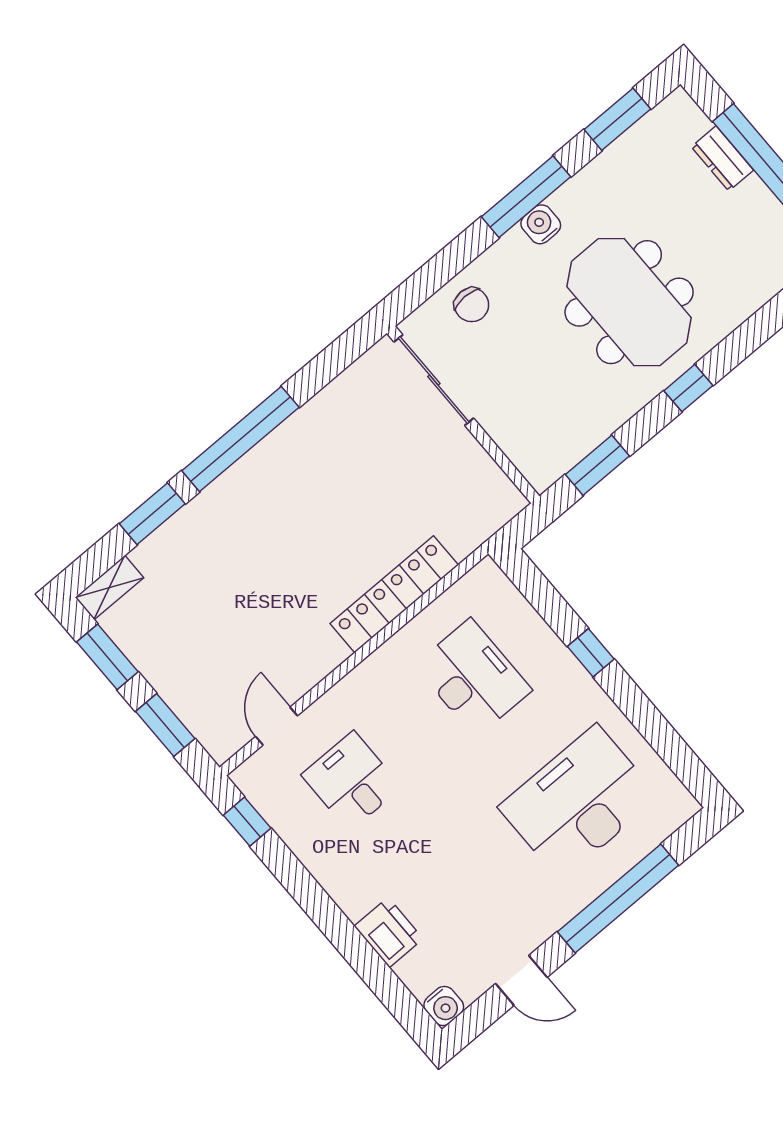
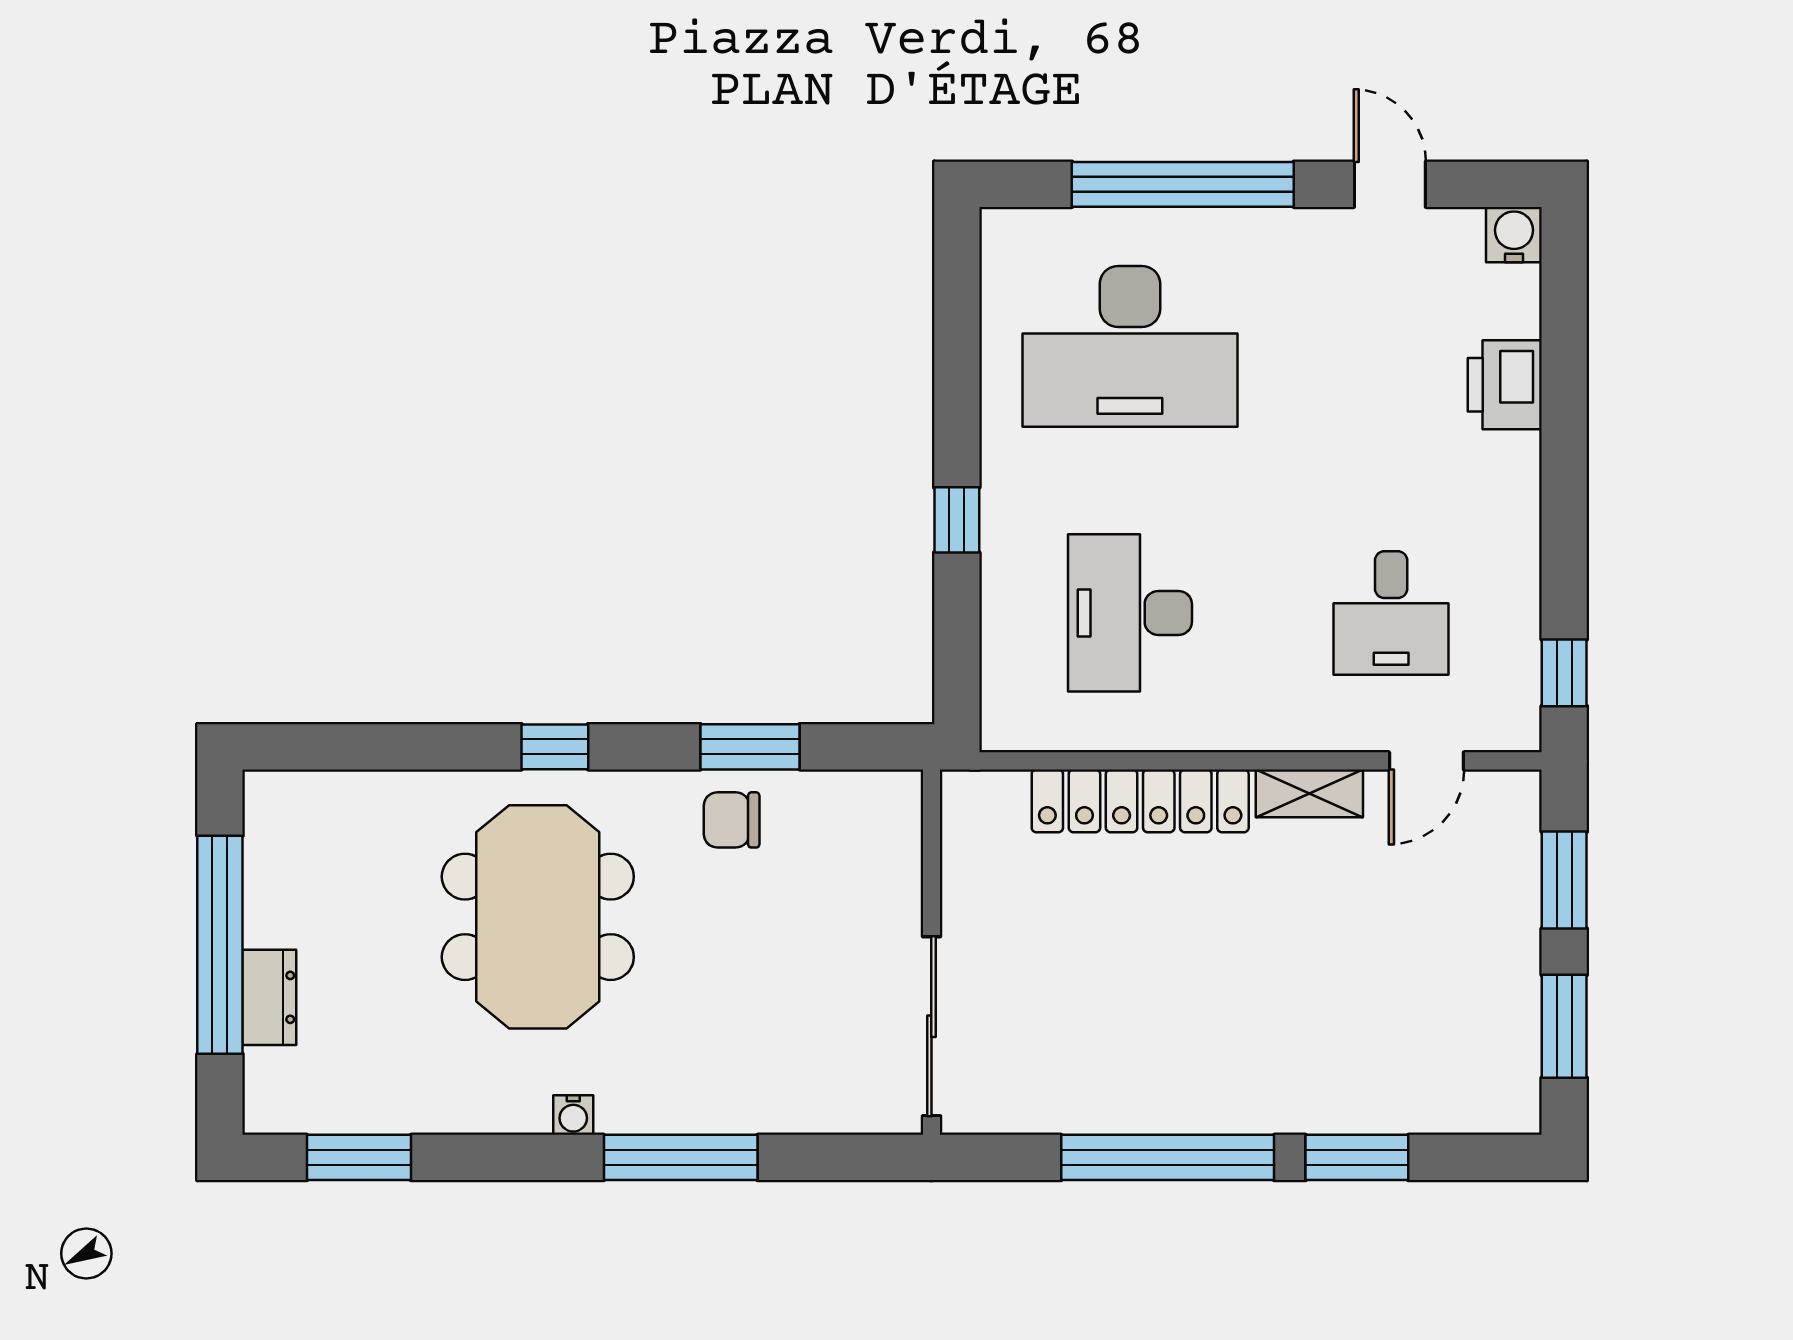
window: (526, 197) -> (681, 1157), moved
water cooler: (541, 224) -> (573, 1115), width x0.72, depth x0.72
chair: (472, 305) -> (732, 820), moved, turned -90
sliding door: (434, 380) -> (931, 1026), moved
wall: (463, 415) -> (931, 952), moved
shelving: (109, 587) -> (1309, 793), moved

